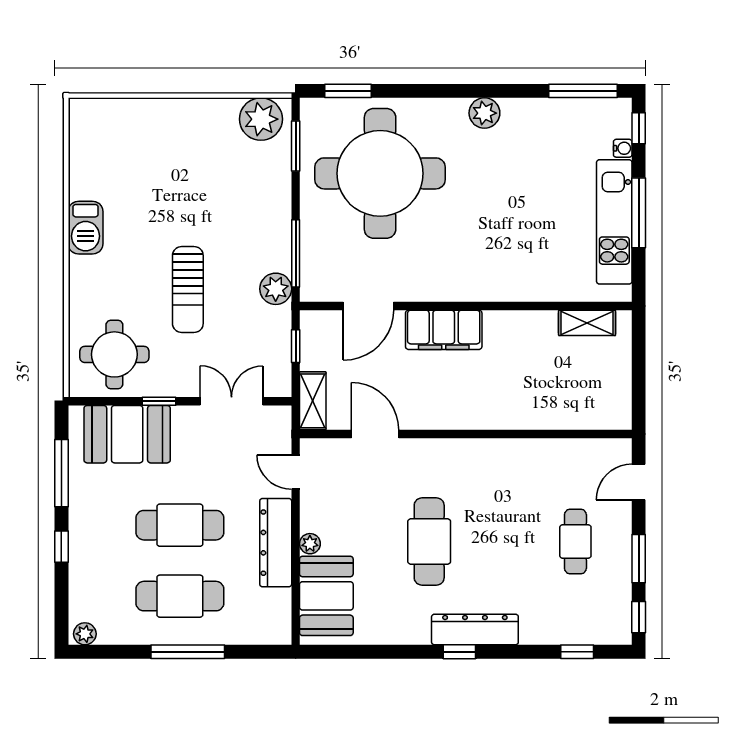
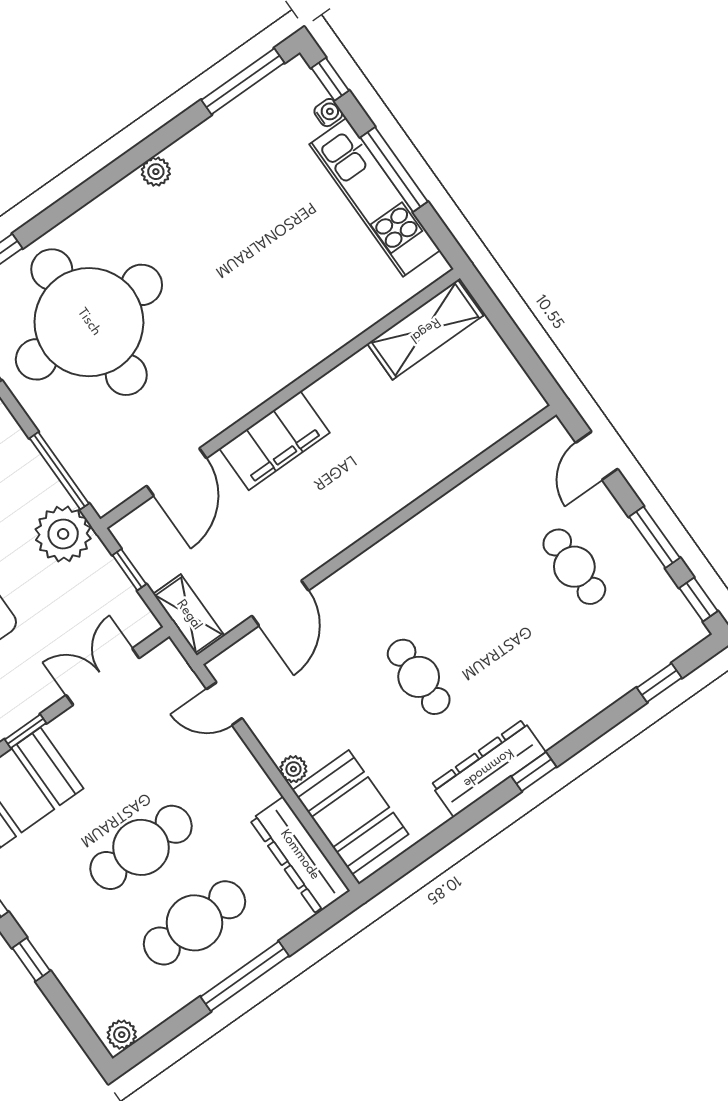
plant: (484, 113) -> (156, 172), width x0.73, depth x0.73
plant: (276, 289) -> (63, 534), width x1.36, depth x1.36
shelving: (587, 323) -> (425, 330), width x1.50, depth x1.33
door: (375, 434) -> (280, 603), swing flipped
cafe table: (429, 542) -> (419, 677), width x0.73, depth x0.74
dresser: (276, 543) -> (300, 855), moved
dresser: (475, 630) -> (488, 768), moved

